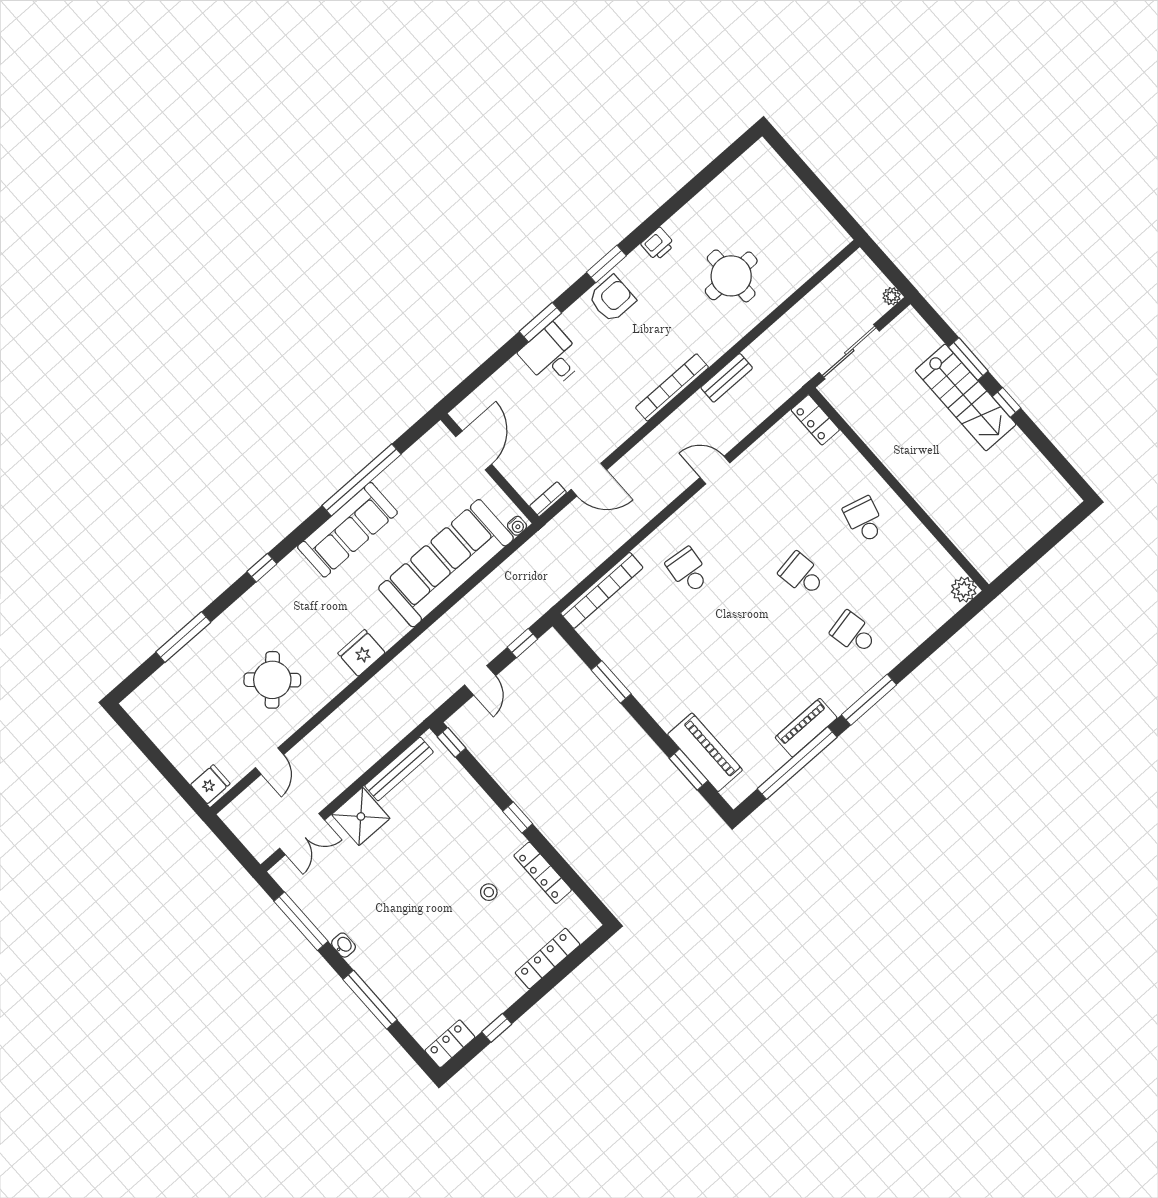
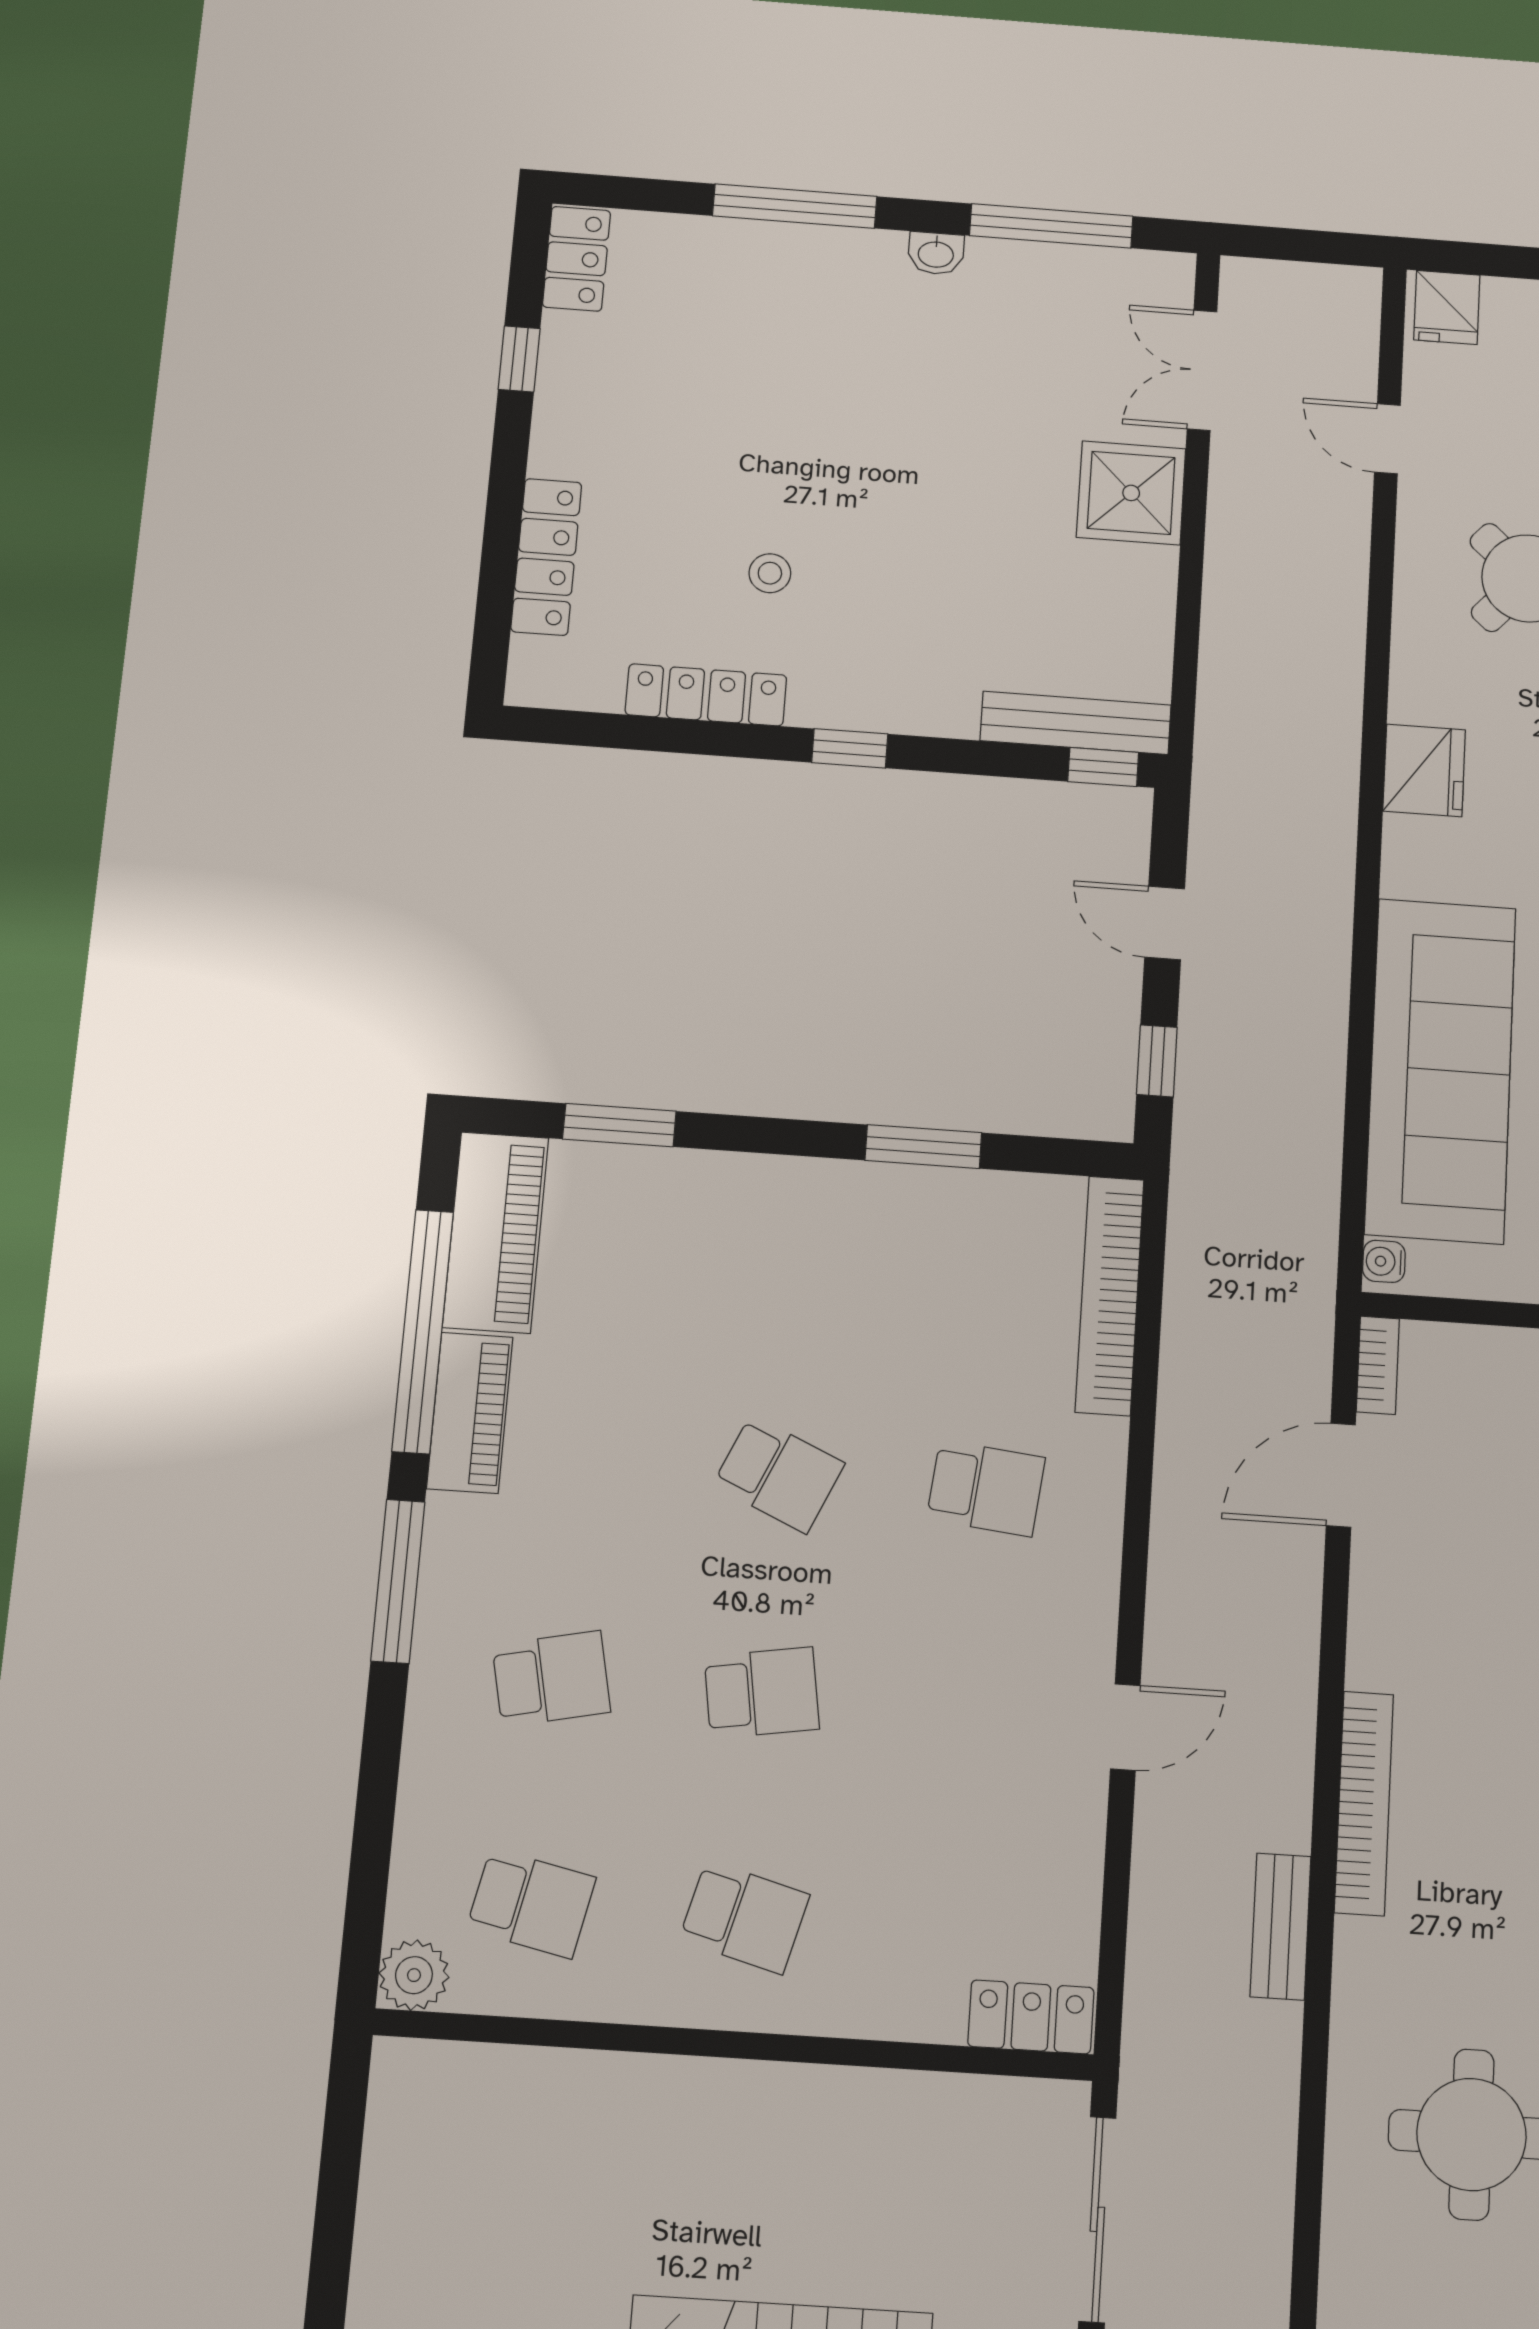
school desk: (916, 578) -> (531, 1903), added
school desk: (740, 629) -> (779, 1474), added
piano: (705, 752) -> (496, 1232), moved, turned -90
bench: (399, 769) -> (1076, 723), moved, turned 90

